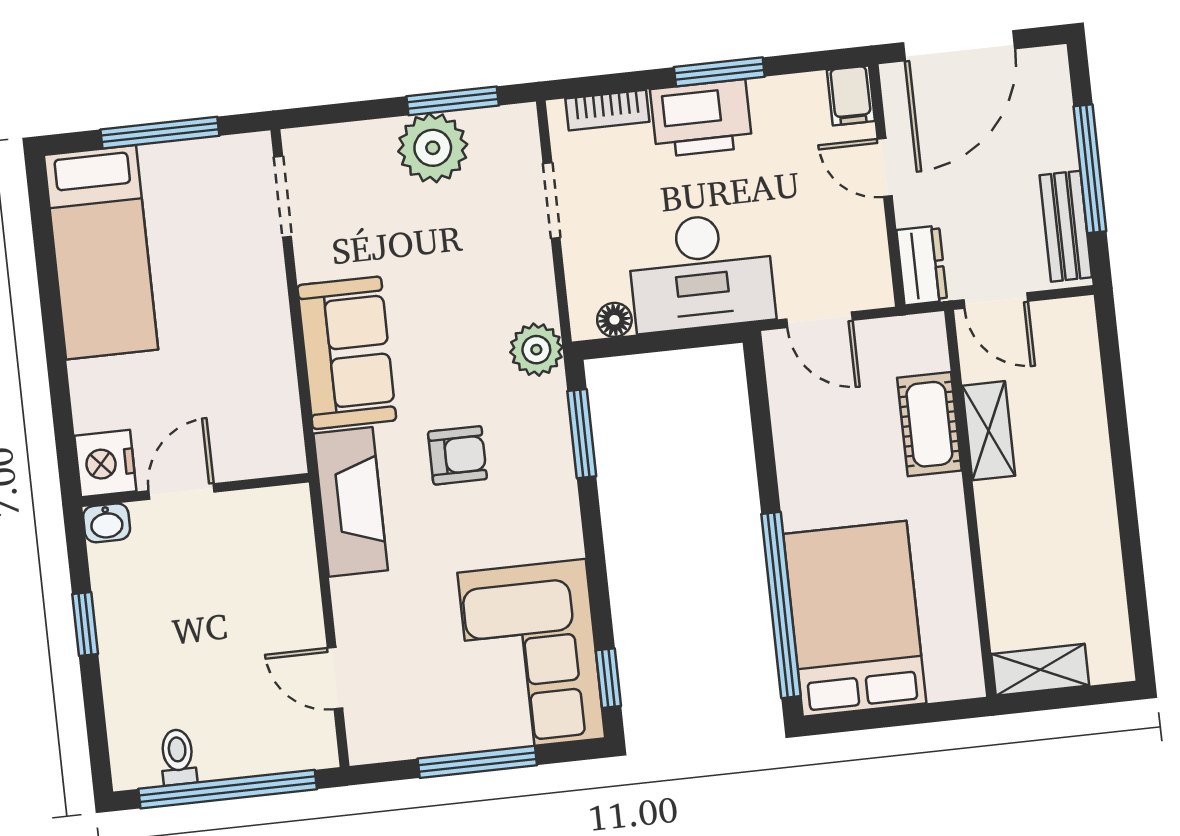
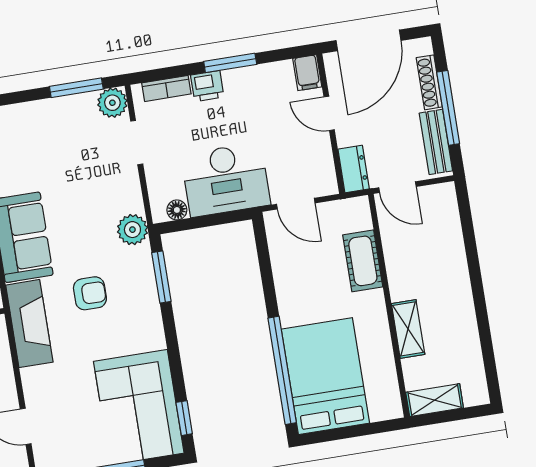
printer: (701, 118) -> (207, 86), width x0.53, depth x0.68
shoe rack: (1060, 123) -> (429, 82), added
plant: (433, 148) -> (112, 103), moved, width x0.73, depth x0.73
shelving: (989, 431) -> (408, 329), moved

